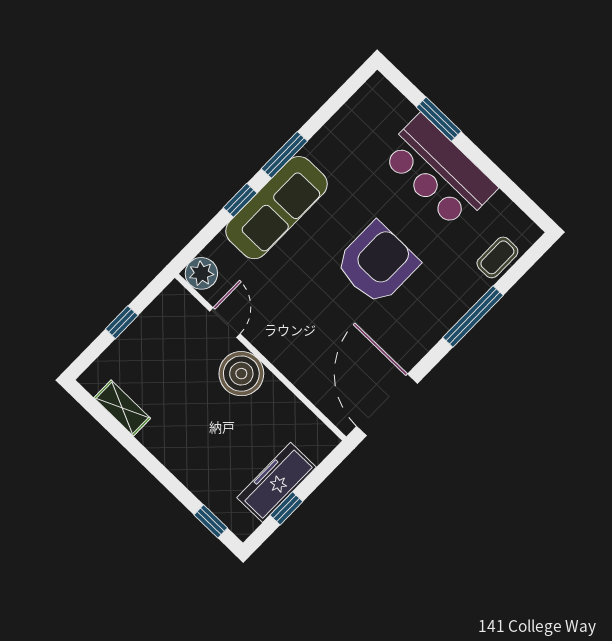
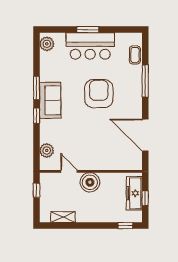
plant: (371, 99) -> (47, 44), added
window: (439, 119) -> (88, 29), moved
sofa: (277, 208) -> (50, 100), width x0.73
door: (225, 322) -> (69, 171), moved
wall: (260, 357) -> (91, 171), moved
boiler: (241, 374) -> (90, 182), moved

